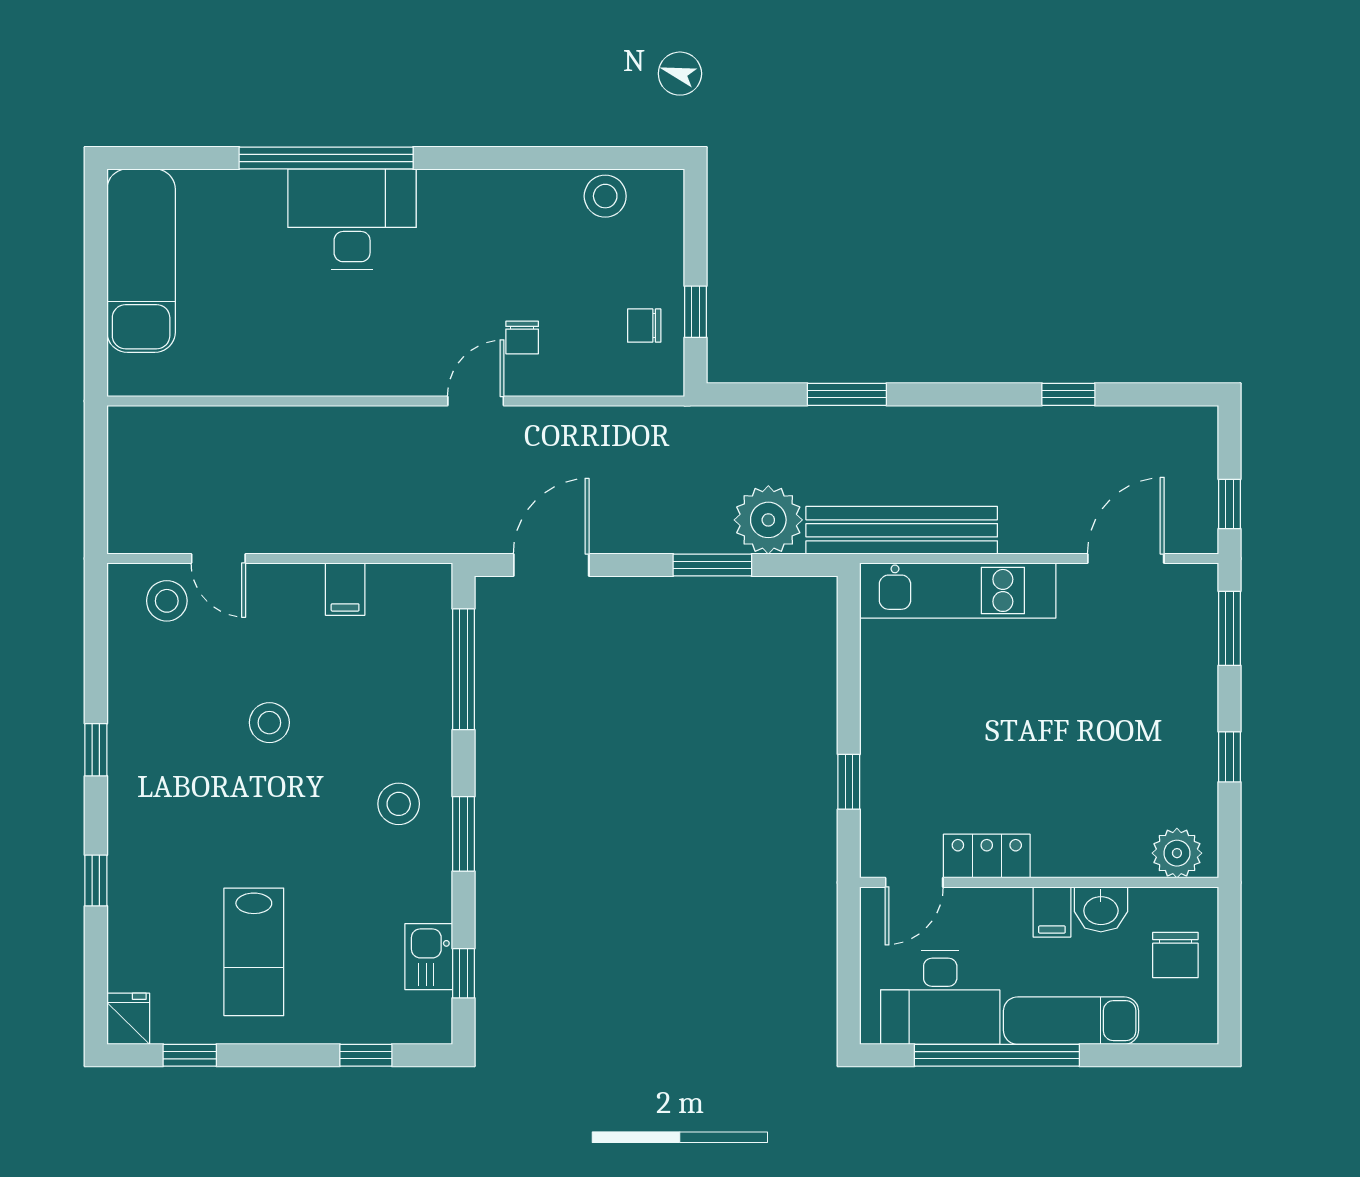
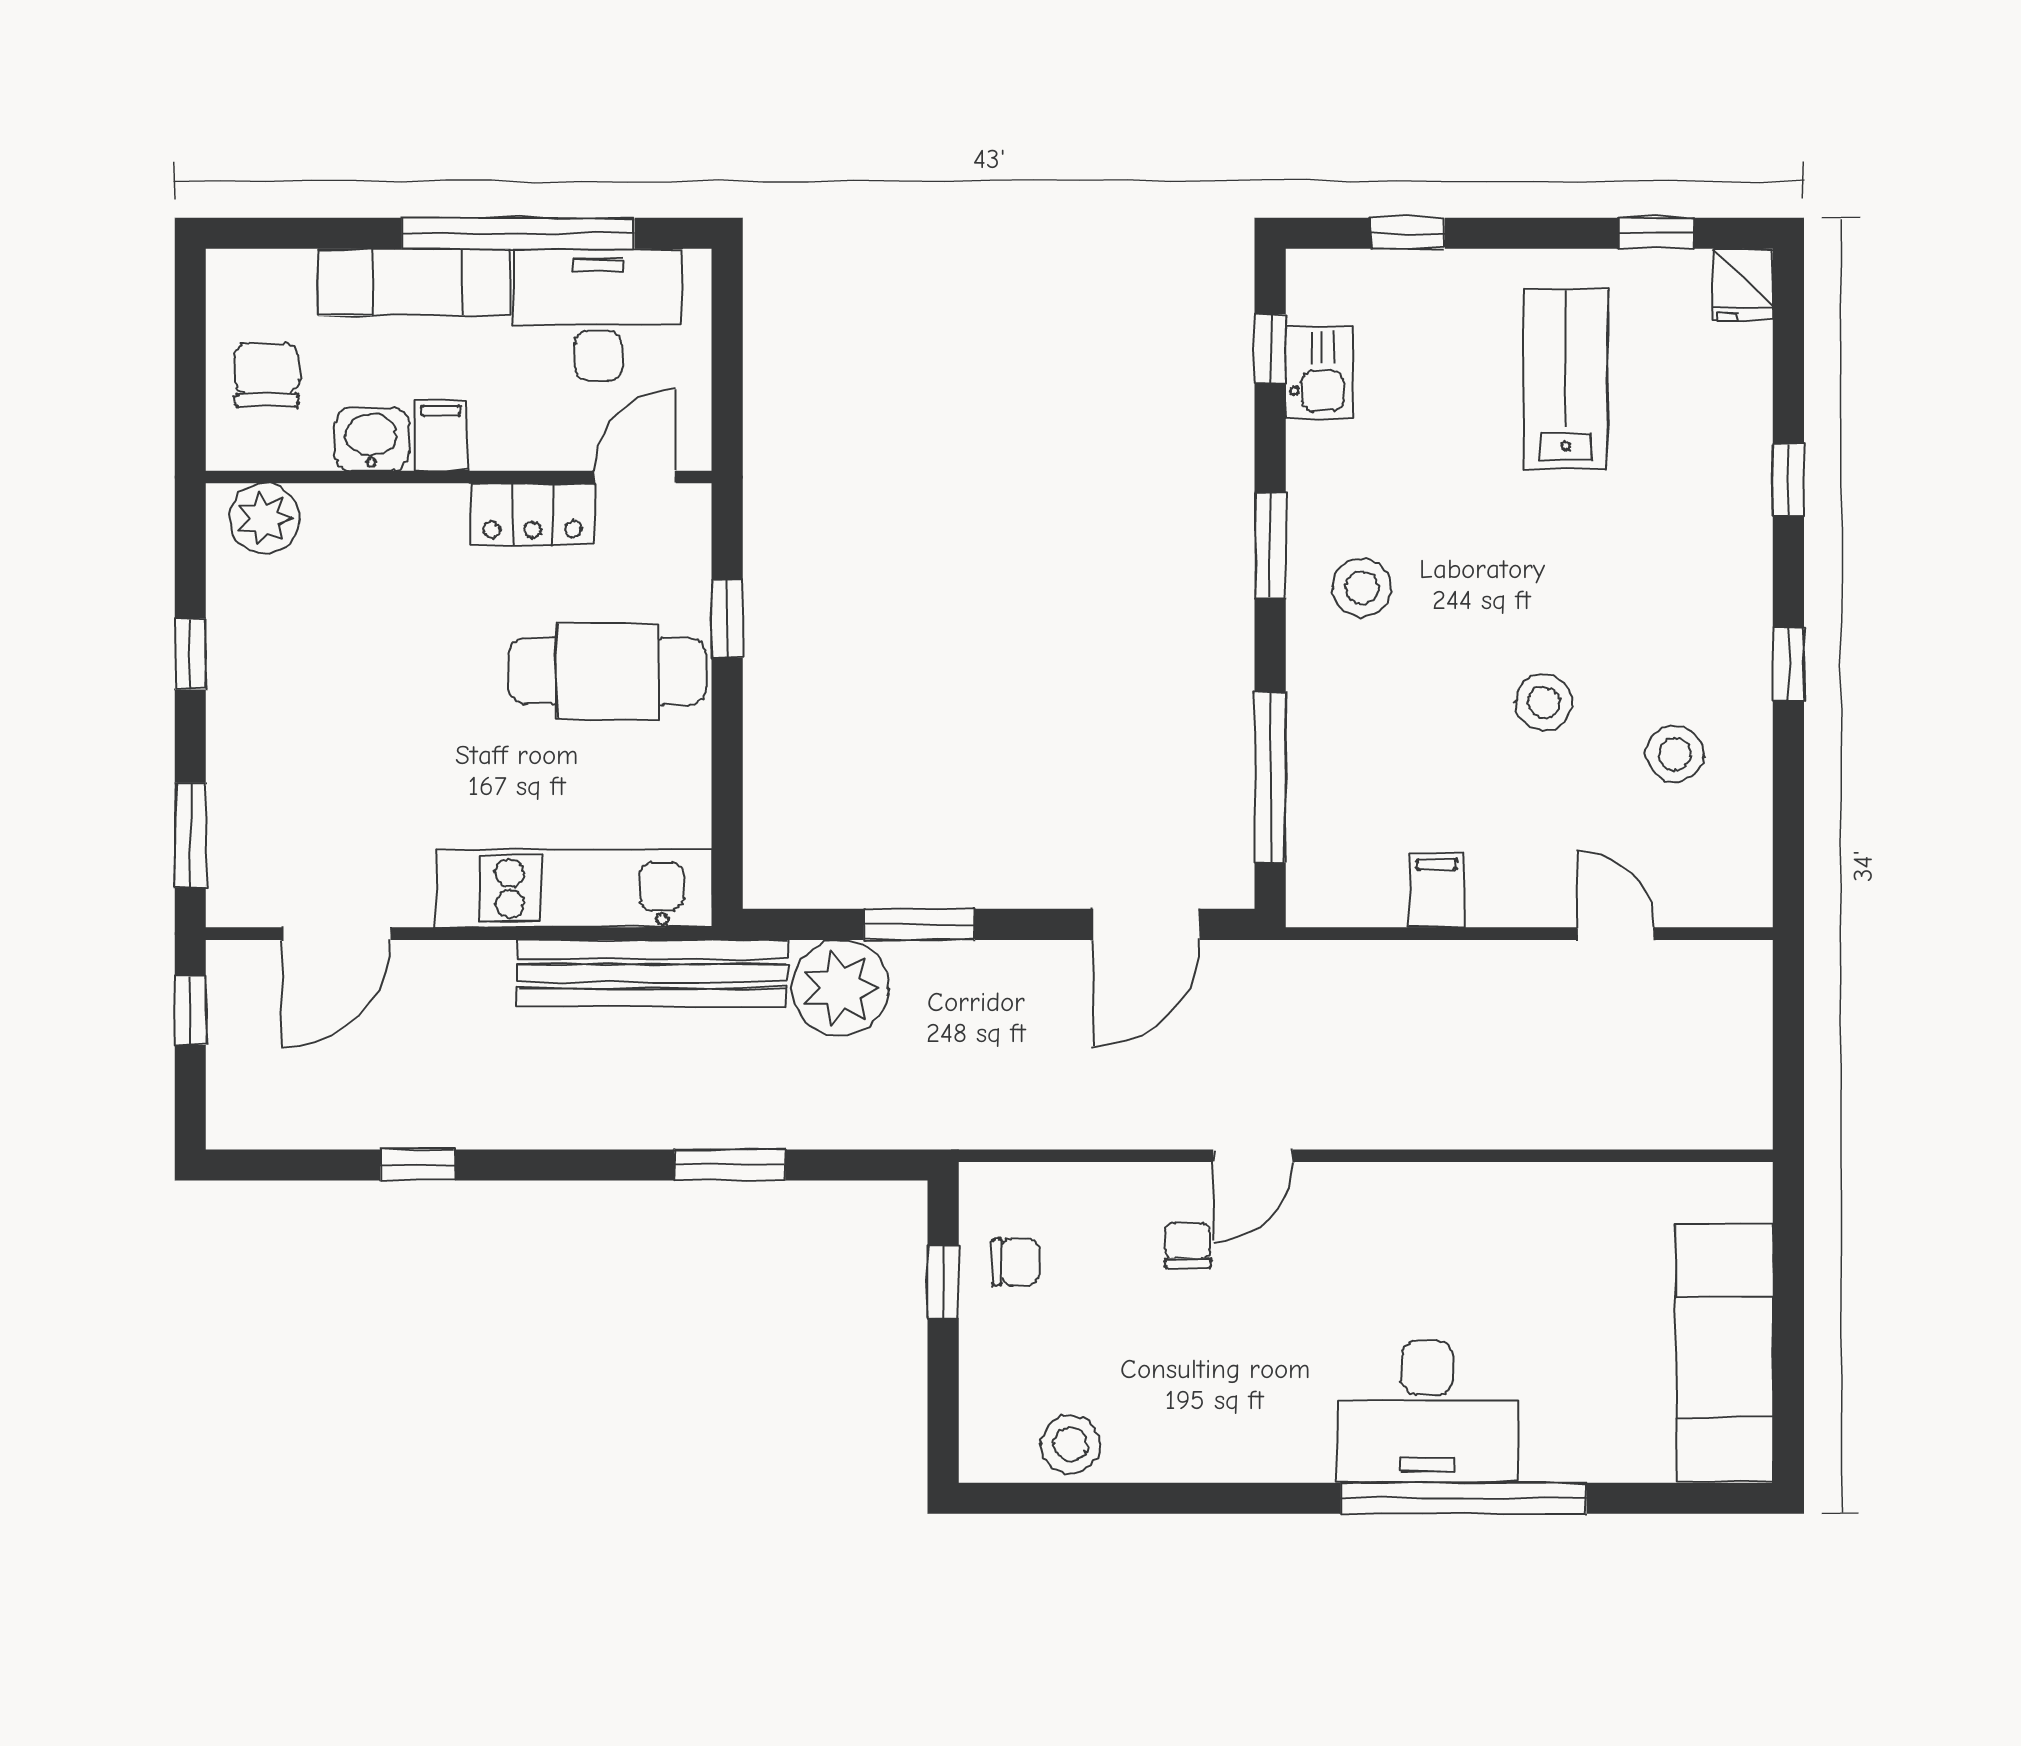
stool: (167, 601) -> (1675, 754), moved
cafe table: (934, 745) -> (607, 671), added

